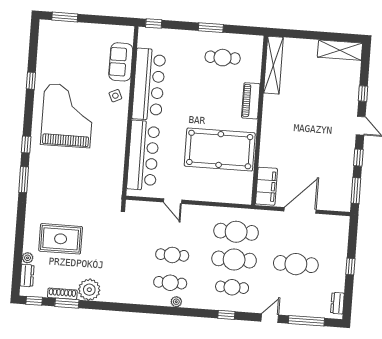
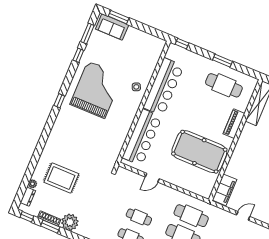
cafe table: (223, 58) -> (224, 85), width x1.37, depth x1.35
sofa: (121, 62) -> (112, 27), moved, turned -90
window: (24, 180) -> (87, 34), moved
door: (173, 201) -> (152, 178), hinge flipped
door: (300, 210) -> (243, 216), width x0.53

